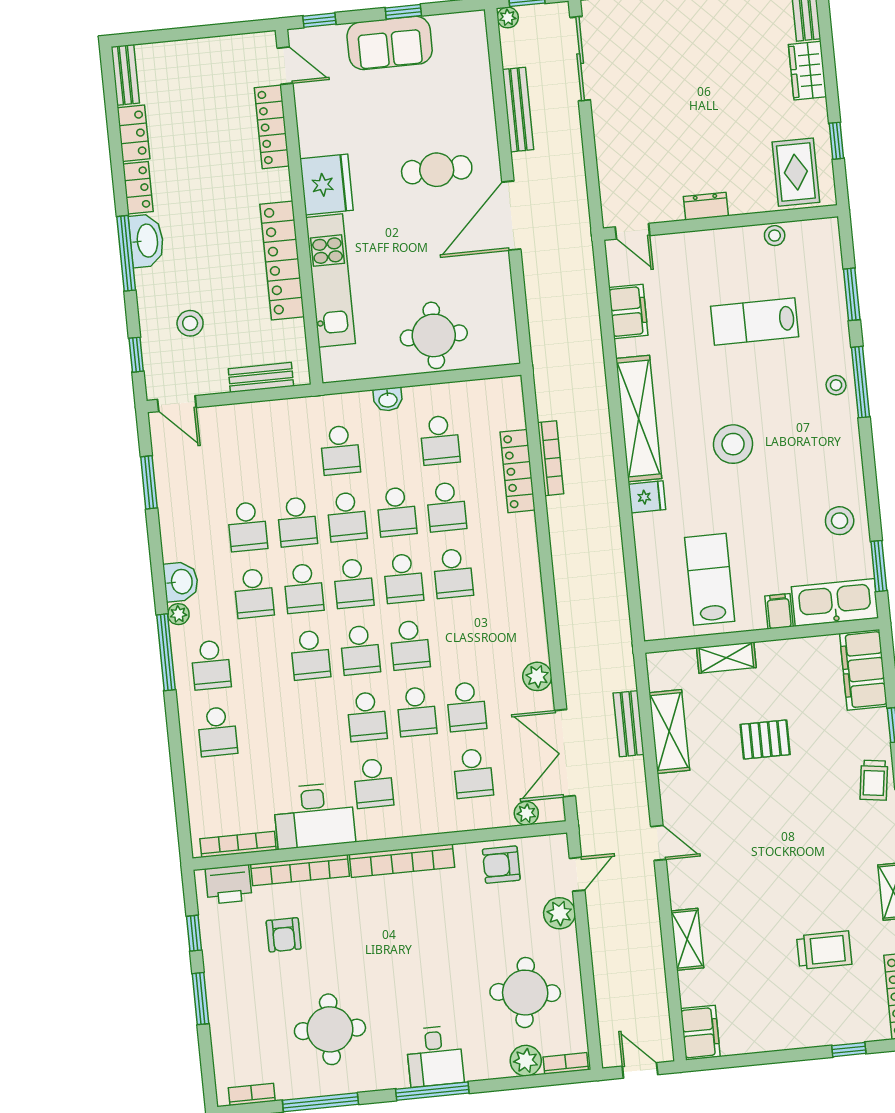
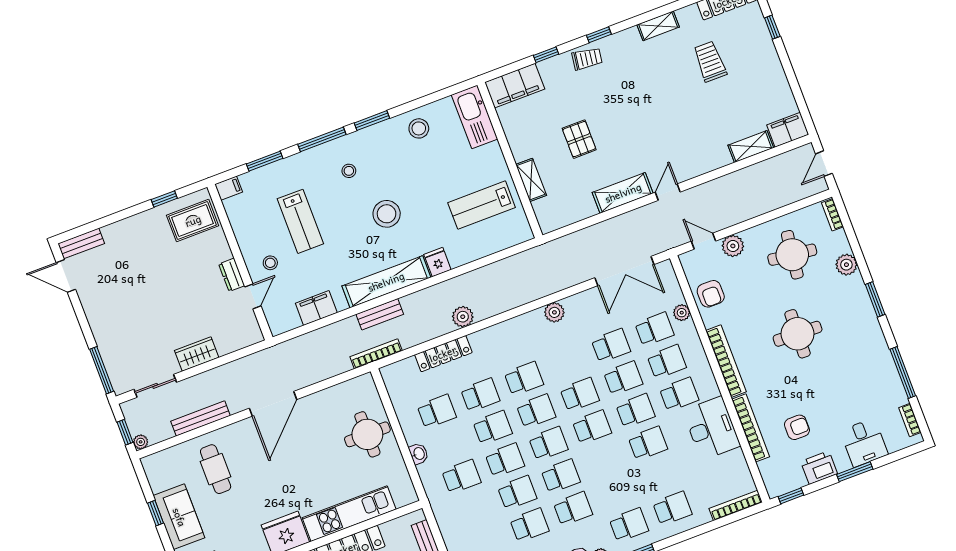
sliding door: (580, 59) -> (155, 386), width x0.73
wardrobe: (807, 71) -> (197, 354), moved, turned 180
cafe table: (437, 170) -> (216, 469), moved
door: (511, 216) -> (273, 404), hinge flipped
door: (632, 231) -> (253, 296), moved
stool: (775, 236) -> (270, 263), moved
stool: (836, 385) -> (349, 171), moved
bookcase: (551, 458) -> (376, 354), moved
plant: (562, 512) -> (463, 317), added
window: (879, 566) -> (372, 121), moved
filing cabinet: (779, 611) -> (229, 188), moved, turned 180
school desk: (310, 655) -> (648, 443), moved
plant: (537, 676) -> (554, 312), moved
bench: (629, 724) -> (380, 314), moved
shelving: (669, 732) -> (623, 193), moved
school desk: (423, 778) -> (667, 362), added
plant: (526, 813) -> (682, 313), moved
bookcase: (238, 844) -> (736, 505), moved, turned 90
printer: (229, 884) -> (819, 468), moved, turned -90
window: (194, 933) -> (791, 496), moved
shelving: (687, 939) -> (751, 147), moved
round table: (330, 1029) -> (798, 334), moved
desk: (435, 1056) -> (864, 443), moved, turned 90
plant: (526, 1061) -> (846, 265), moved
window: (432, 1091) -> (875, 299), width x0.69

